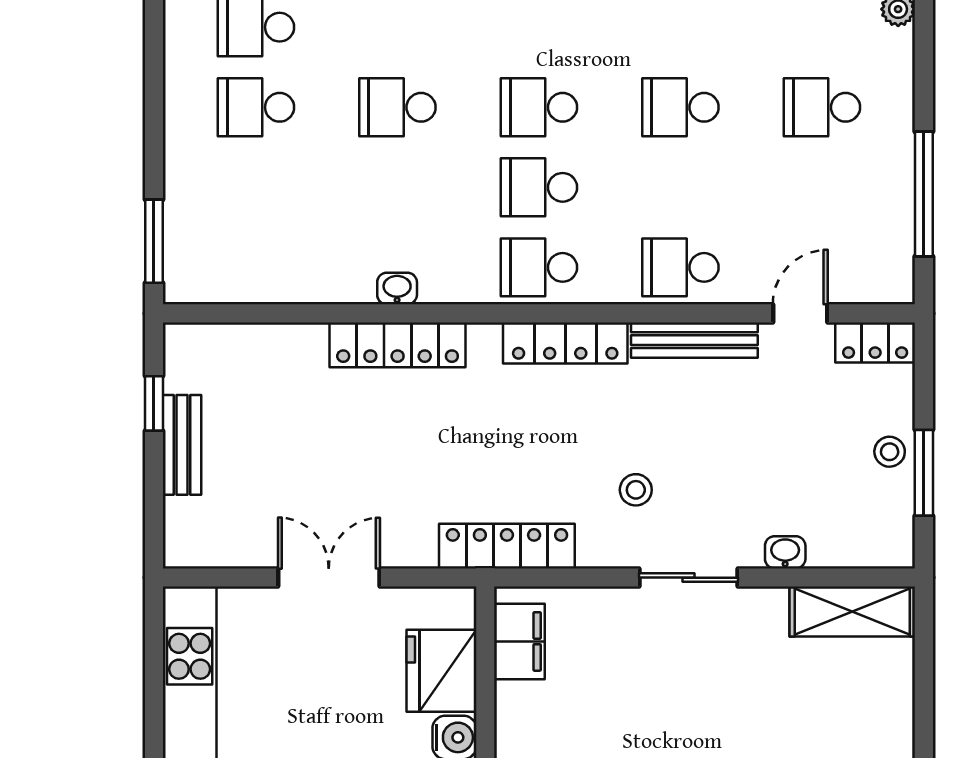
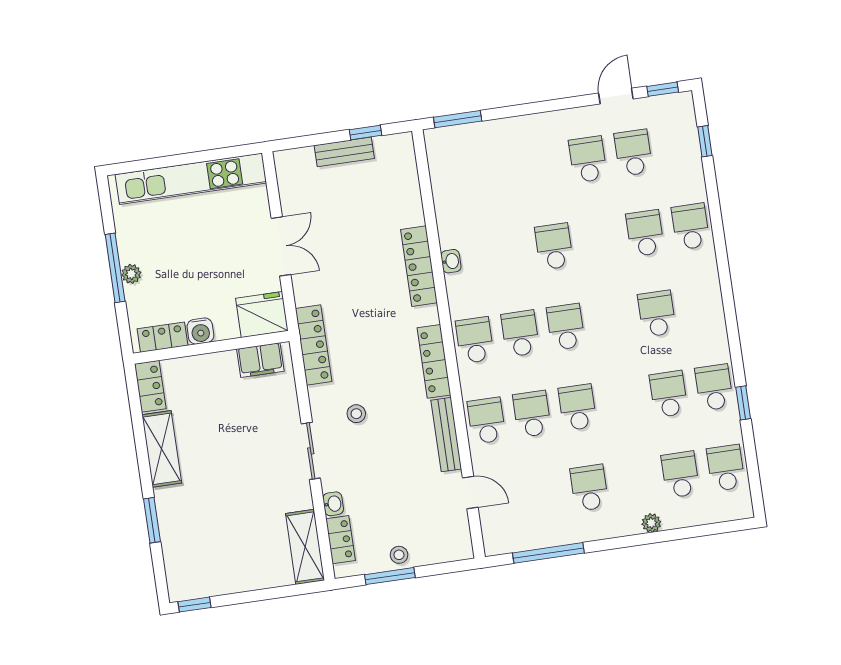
school desk: (256, 107) -> (532, 414), moved
locker: (875, 343) -> (341, 540), moved, turned 180
fridge: (441, 671) -> (262, 315), moved

